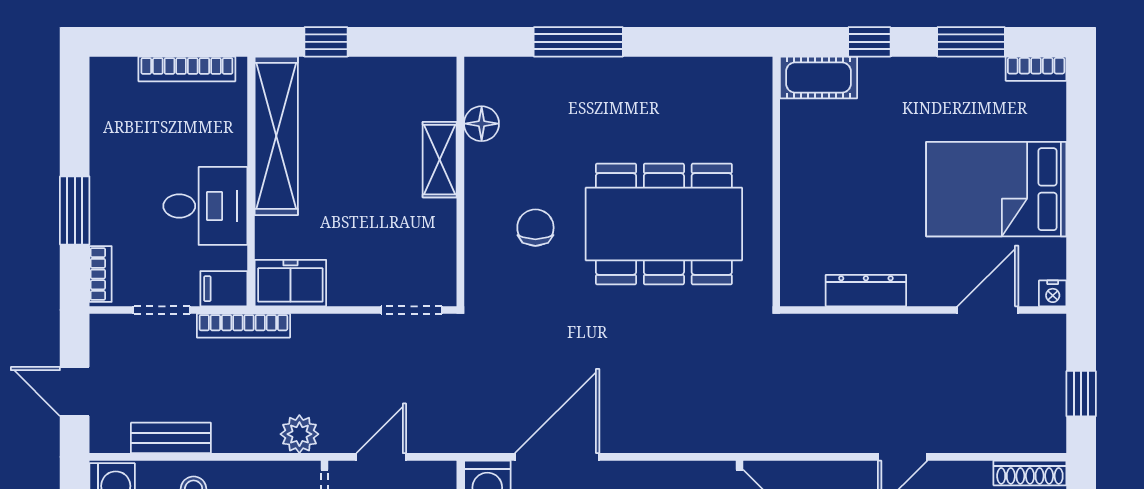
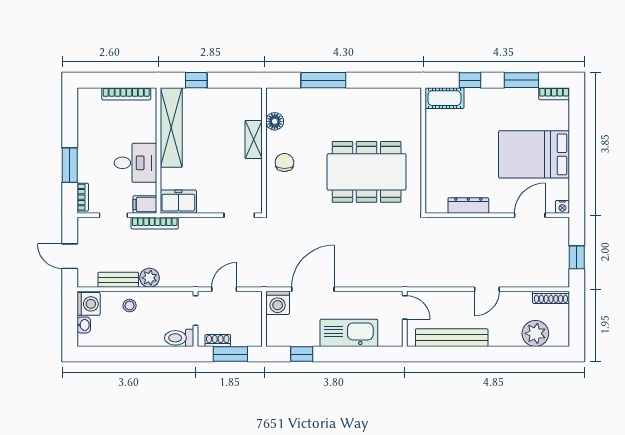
chair: (535, 228) -> (284, 162), moved
plant: (299, 434) -> (149, 278), moved

